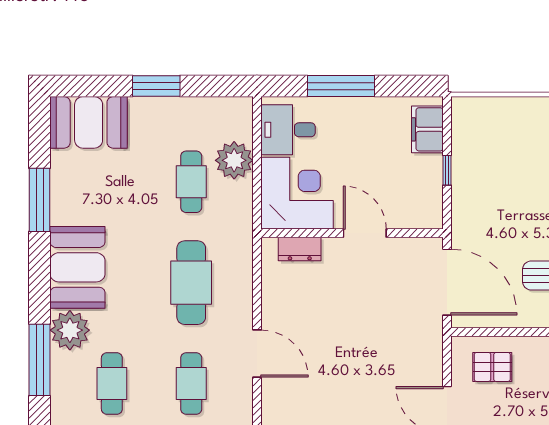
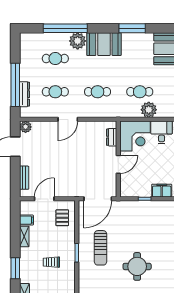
cafe table: (191, 283) -> (98, 92), width x0.73, depth x0.74
window: (40, 360) -> (65, 28), width x1.46

